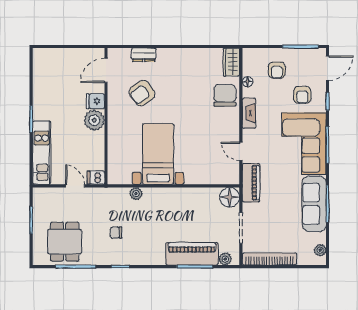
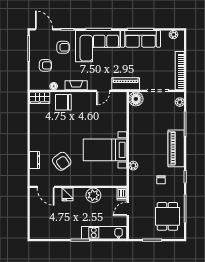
plant: (94, 120) -> (93, 195), moved
dining table: (65, 242) -> (167, 216), turned 90
piano: (192, 254) -> (176, 148), moved

